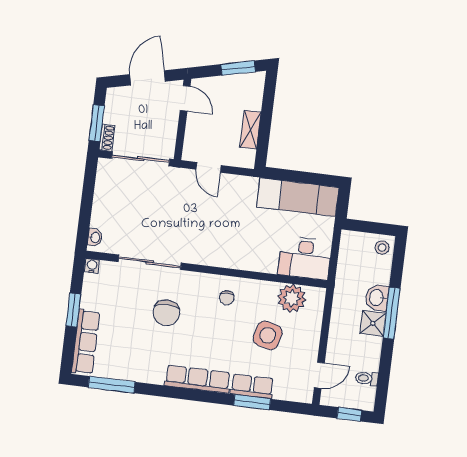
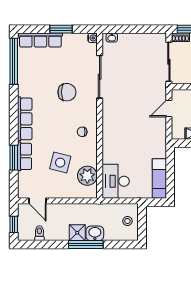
exam couch: (298, 197) -> (159, 178), width x0.73, depth x0.69
stool: (382, 248) -> (127, 221), moved
chair: (166, 313) -> (67, 92), turned 180
window: (112, 385) -> (14, 61), width x1.46

